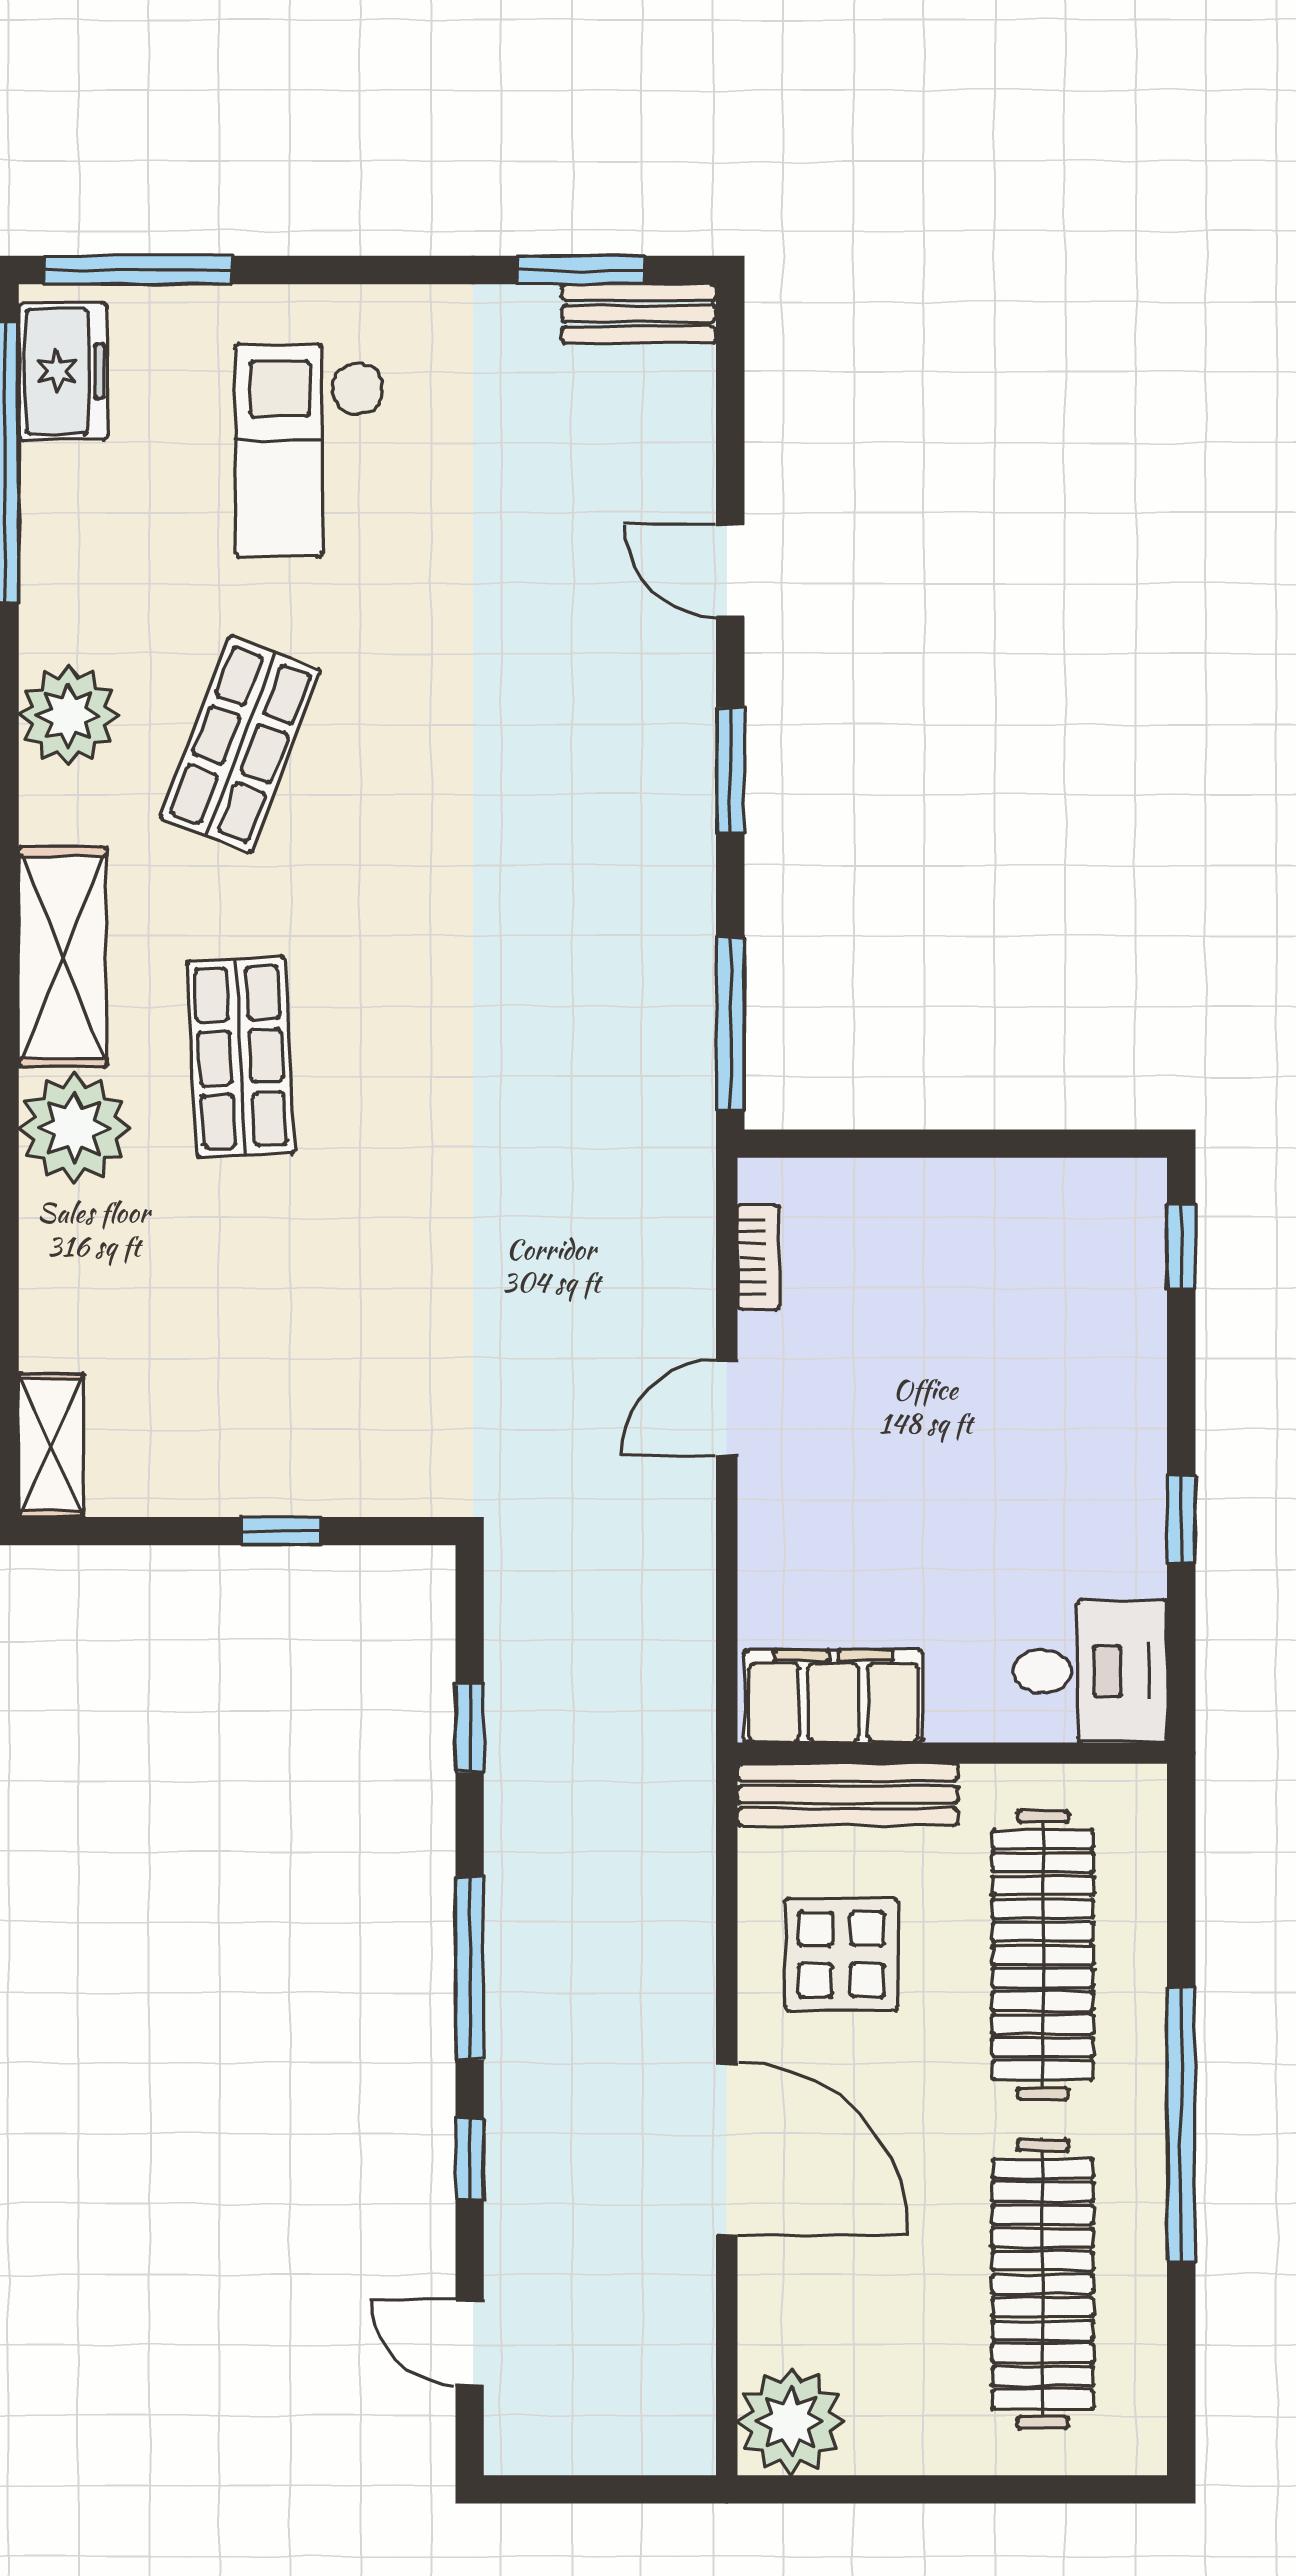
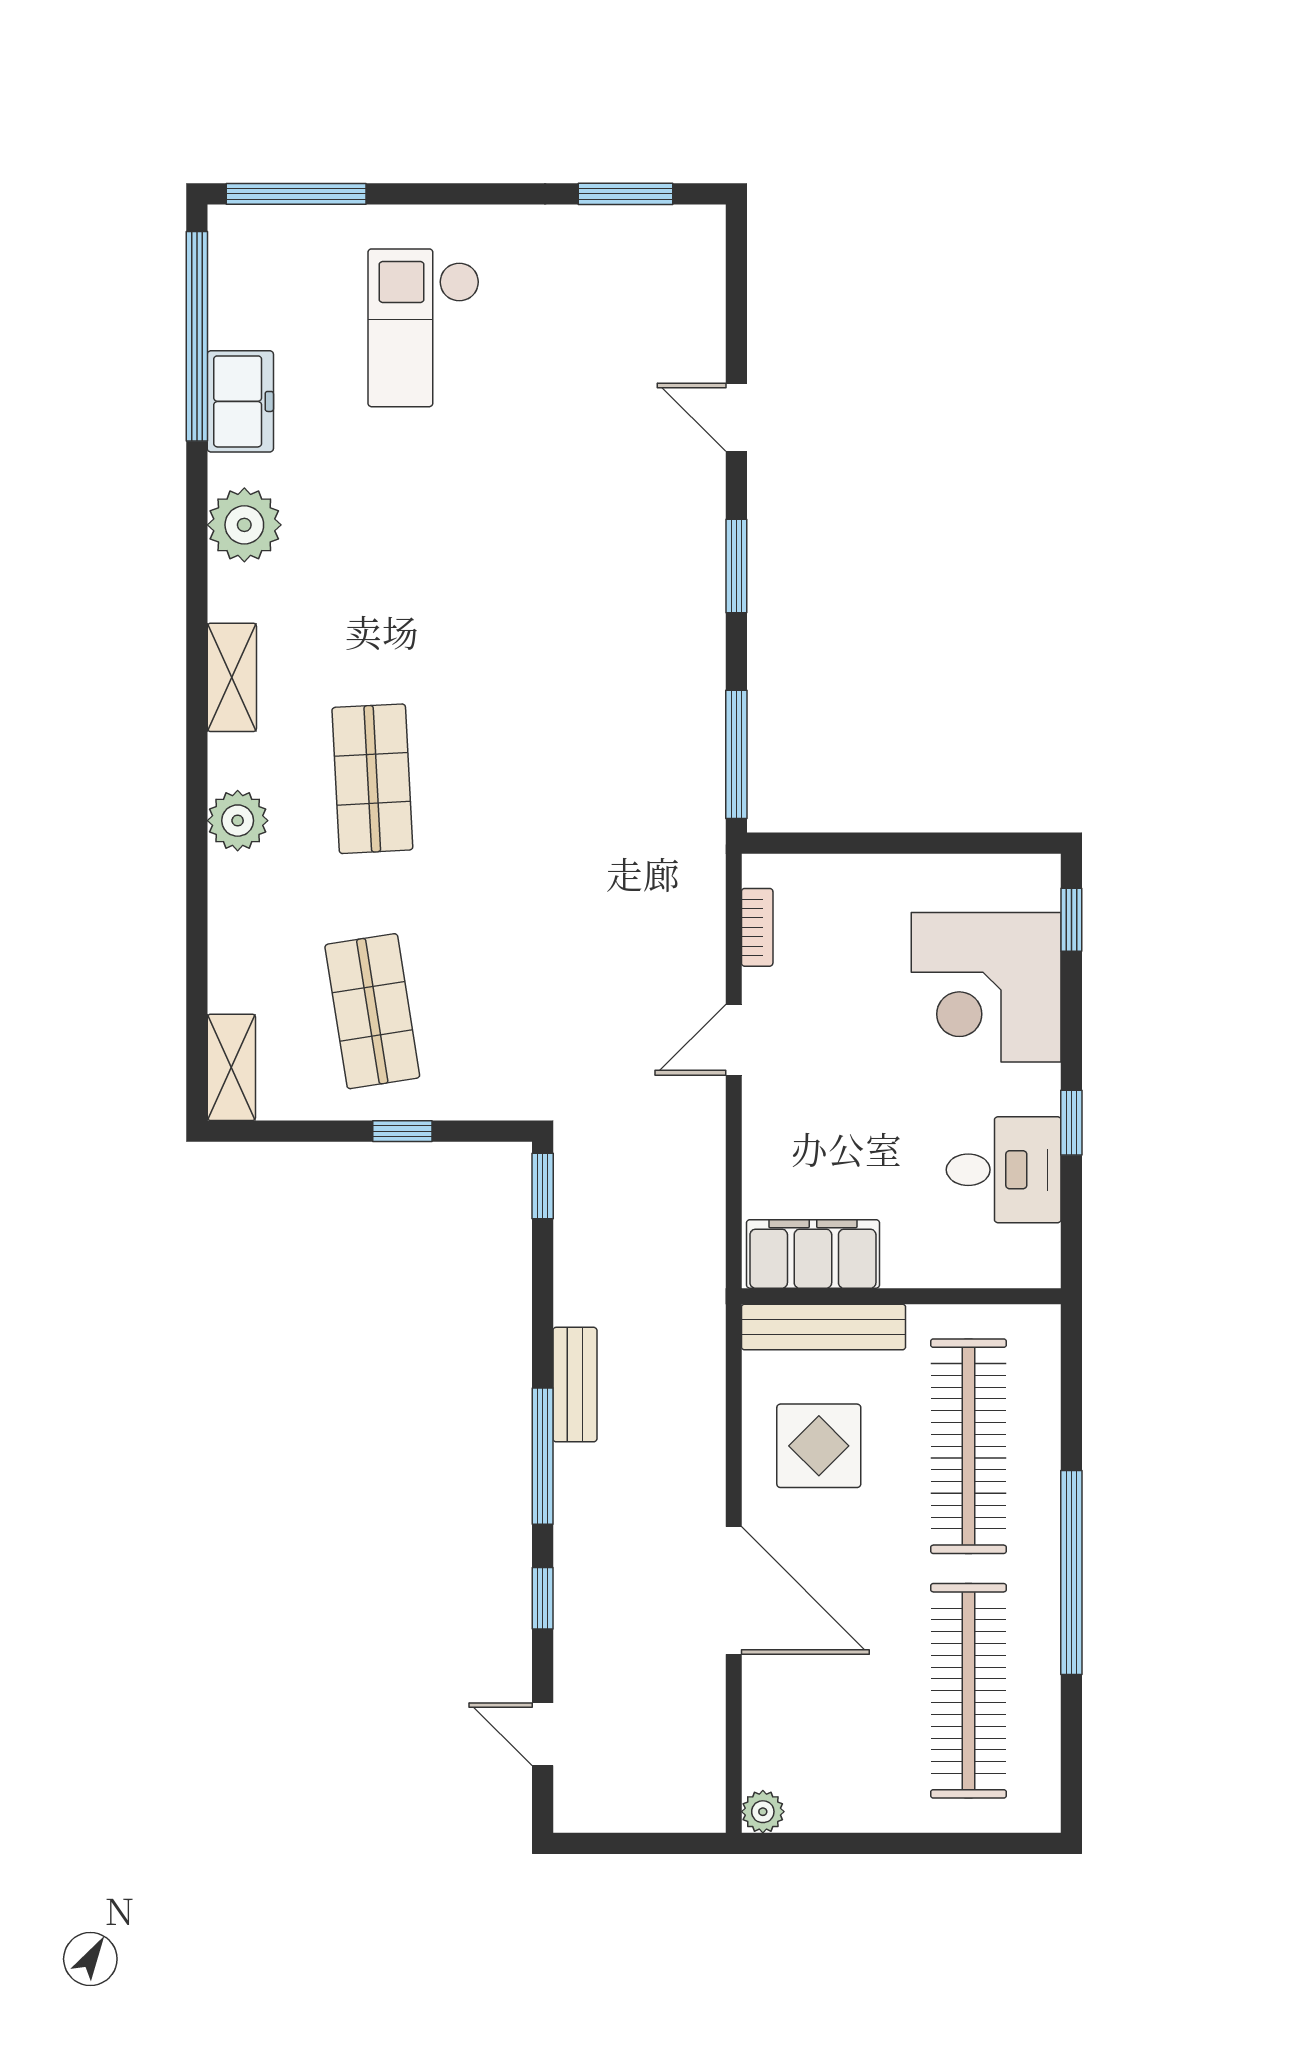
bench: (639, 314) -> (575, 1385), moved, turned 90
freezer: (63, 371) -> (240, 401), moved
shop shelf: (241, 744) -> (372, 1011), moved, turned -30
shelving: (63, 957) -> (232, 677), width x0.67, depth x0.75
plant: (74, 1128) -> (238, 821), width x0.73, depth x0.73
corner desk: (1067, 1337) -> (986, 987), added
desk: (1090, 1671) -> (1004, 1170), moved
window: (470, 1728) -> (543, 1186), moved
plant: (791, 2422) -> (763, 1812), width x0.53, depth x0.53

